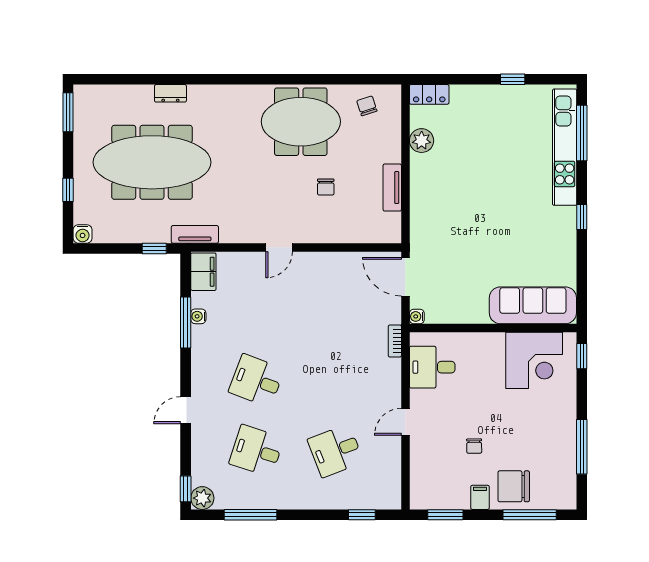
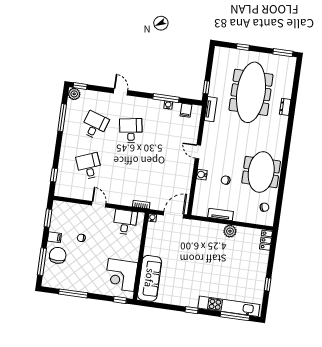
plant: (422, 141) -> (230, 231), moved
water cooler: (83, 234) -> (202, 175), moved
filing cabinet: (203, 272) -> (186, 110), width x0.50
desk: (256, 381) -> (131, 130), turned -30

